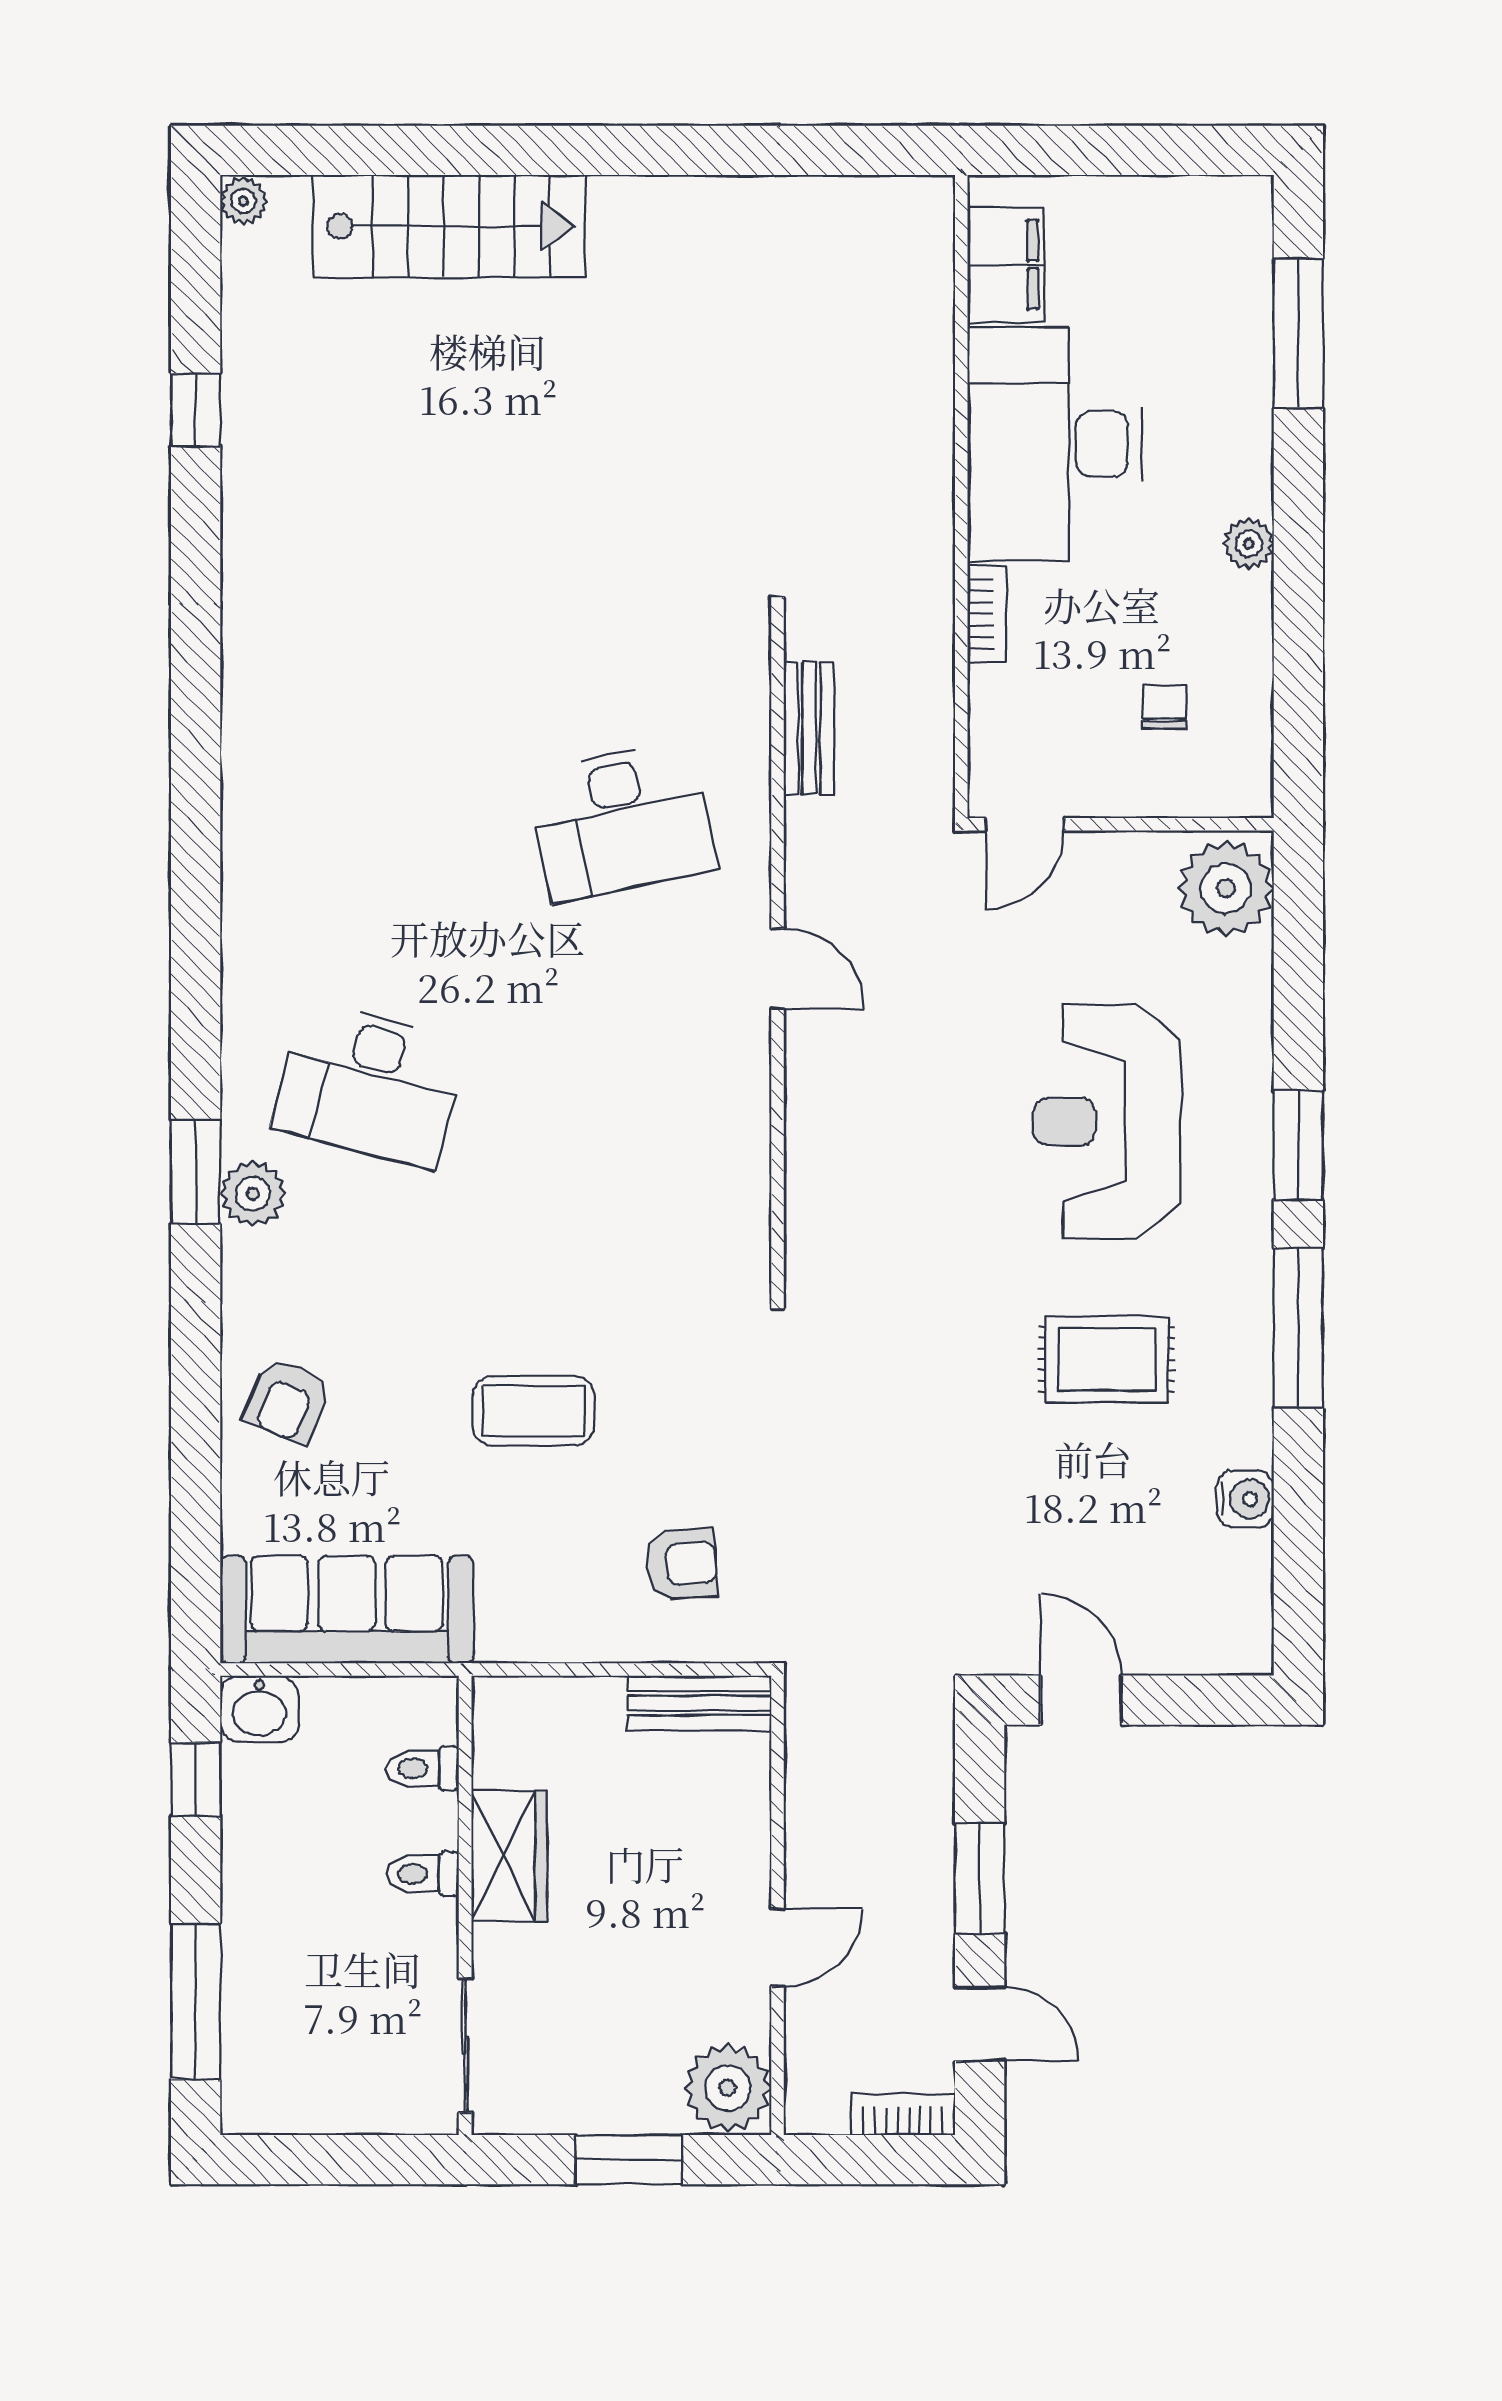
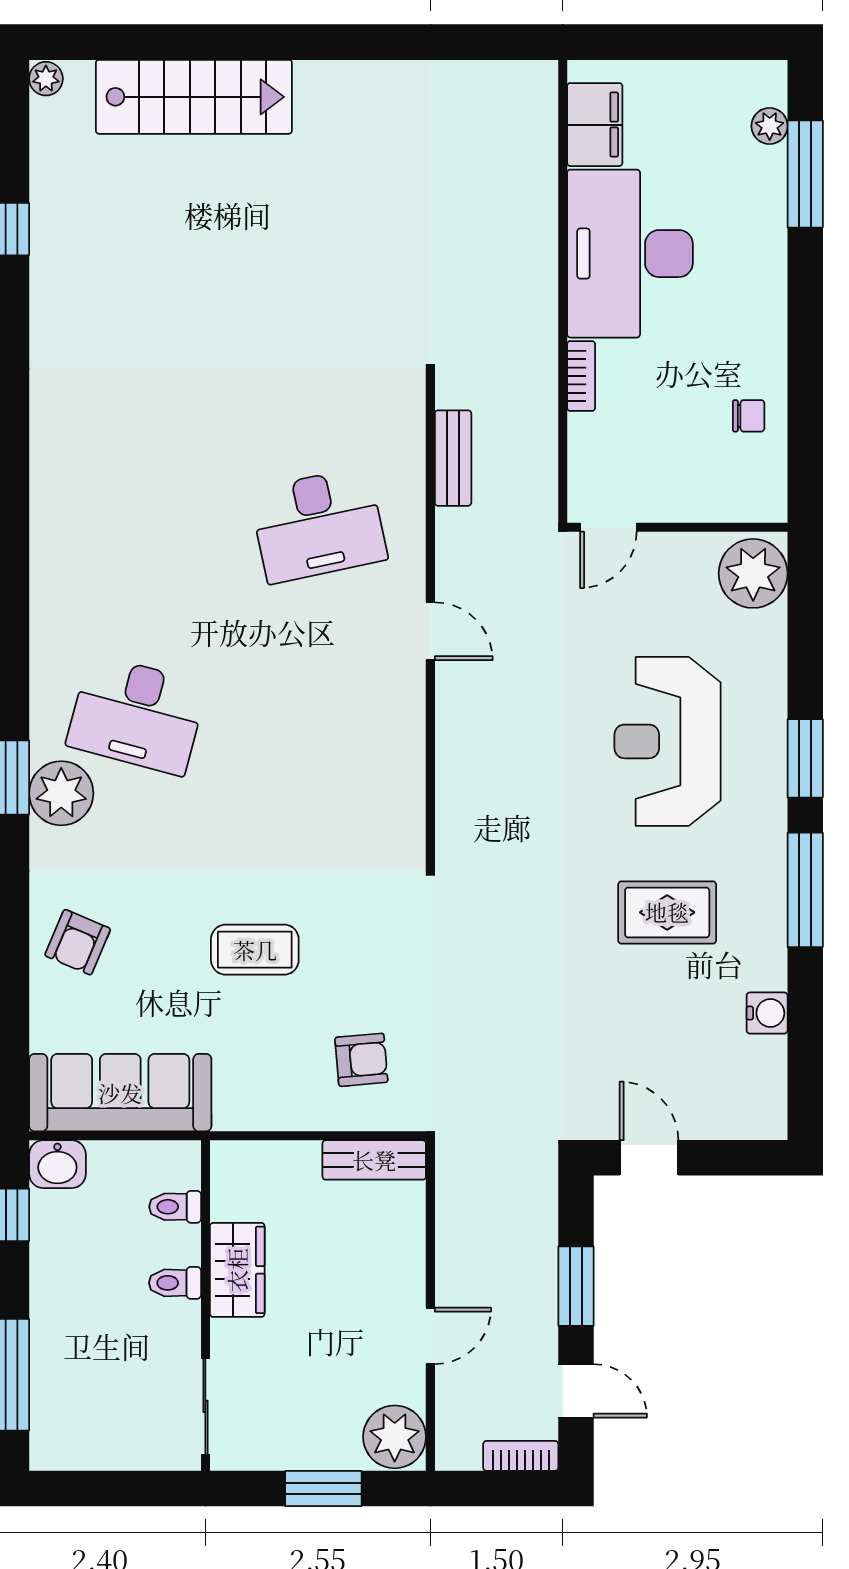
plant: (1249, 544) -> (770, 126), moved
chair: (1164, 707) -> (749, 416), moved, turned 90
plant: (253, 1194) -> (61, 793), width x1.36, depth x1.36

